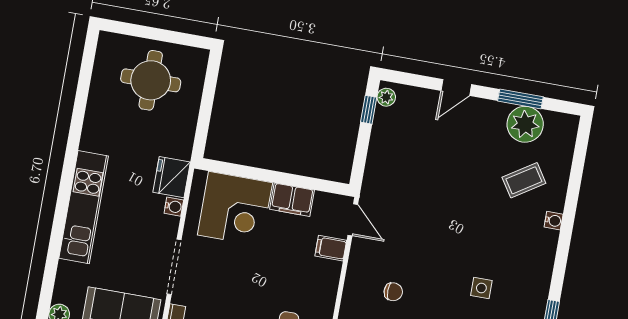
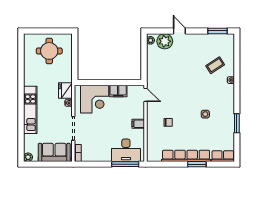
door: (456, 88) -> (179, 31), swing flipped
window: (520, 99) -> (218, 31), moved
window: (369, 110) -> (144, 47), removed
plant: (525, 124) -> (165, 41), moved
filing cabinet: (331, 248) -> (138, 124), moved

